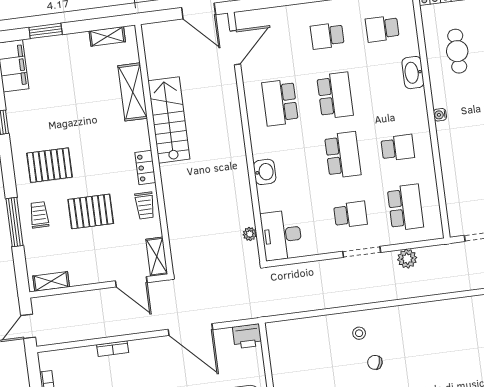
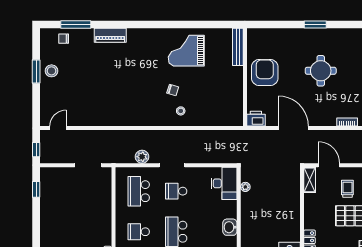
trolley: (145, 205) -> (347, 189), moved

